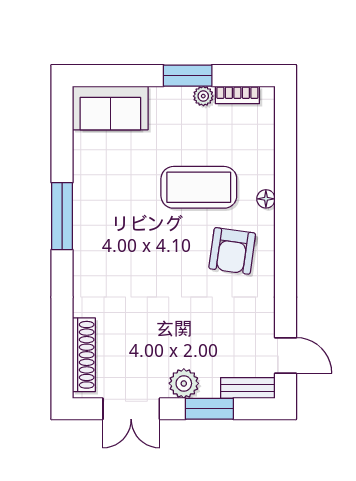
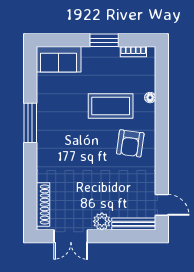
plant: (203, 96) -> (113, 52), removed
floor lamp: (266, 199) -> (150, 98), moved
bench: (248, 388) -> (134, 224), width x1.36
window: (209, 409) -> (117, 236), removed

